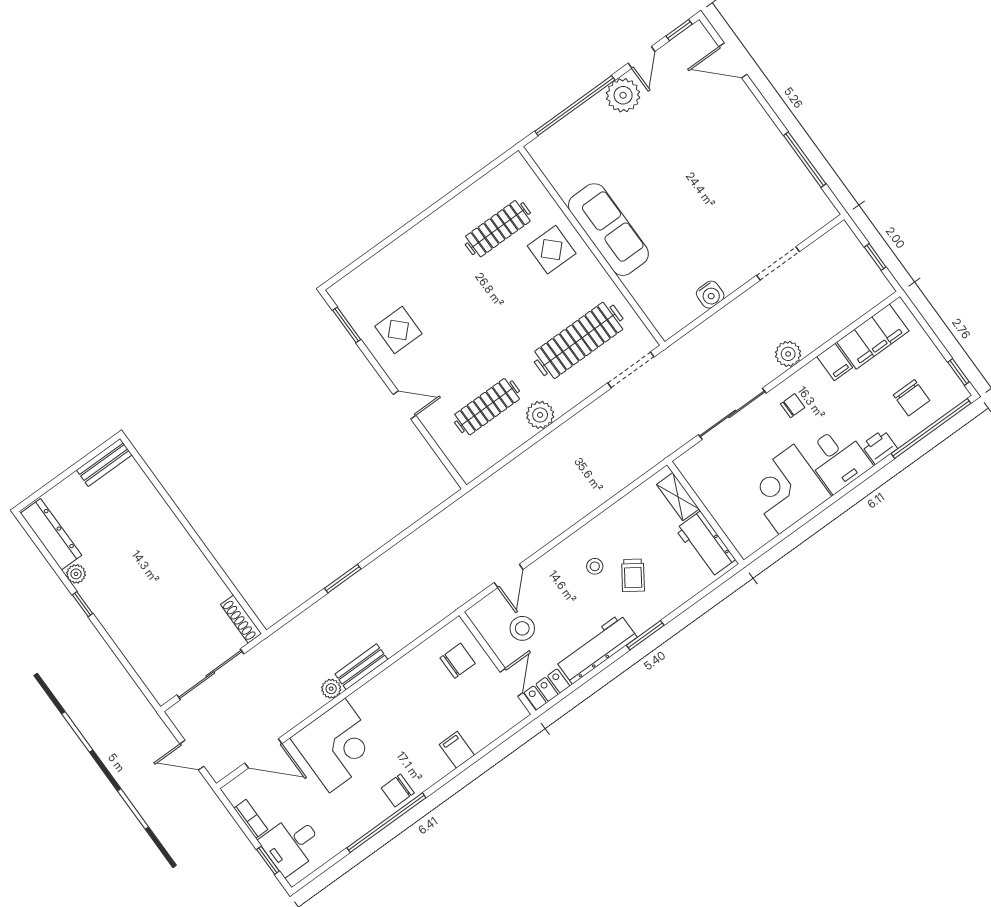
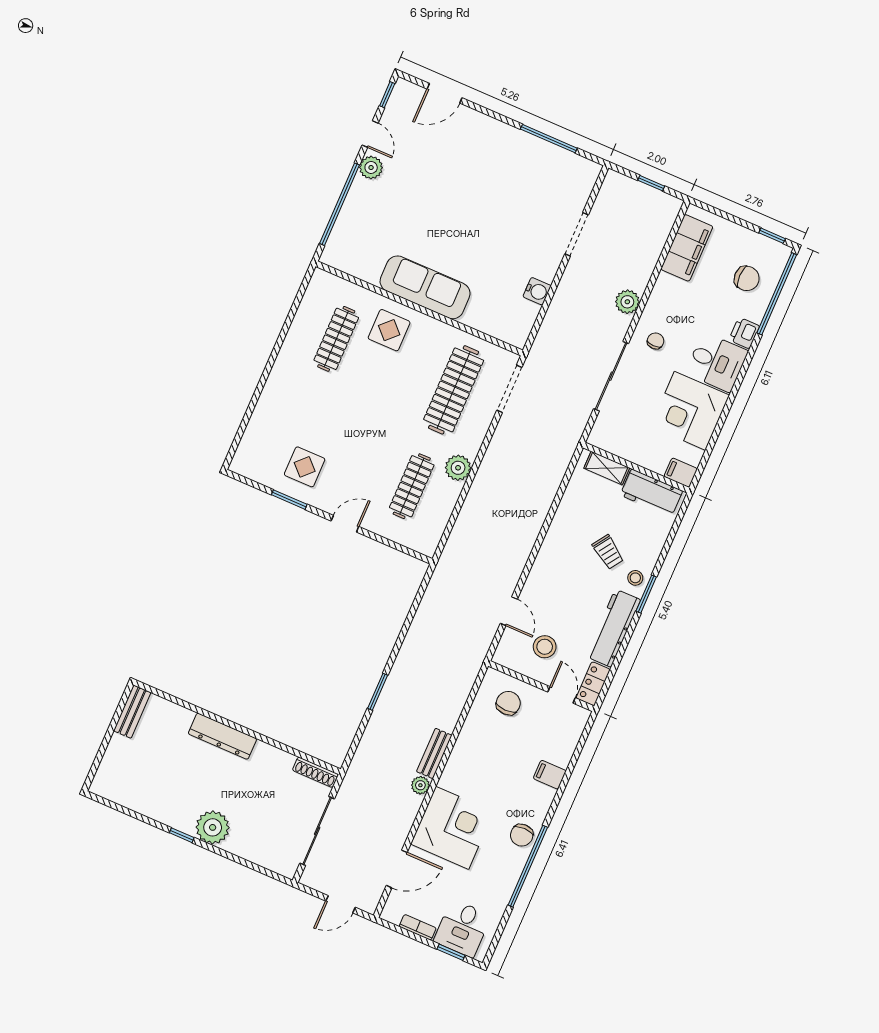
plant: (623, 95) -> (371, 168), width x0.73, depth x0.73
window: (347, 325) -> (289, 500), moved
filing cabinet: (835, 362) -> (681, 473), moved, turned 180
dresser: (51, 534) -> (222, 736), moved, turned 180
stool: (595, 566) -> (635, 578), moved
plant: (76, 574) -> (213, 827), moved, width x1.88, depth x1.88

